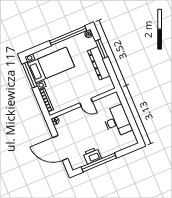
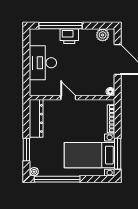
dresser: (99, 63) -> (36, 118), moved
printer: (92, 156) -> (69, 36), moved
plant: (80, 162) -> (103, 35), added
window: (99, 162) -> (61, 26), moved

